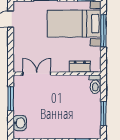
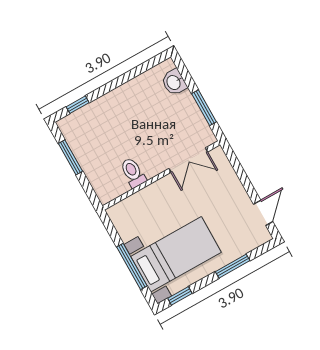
dresser: (80, 67) -> (136, 202), removed
toilet: (95, 84) -> (133, 173), moved

